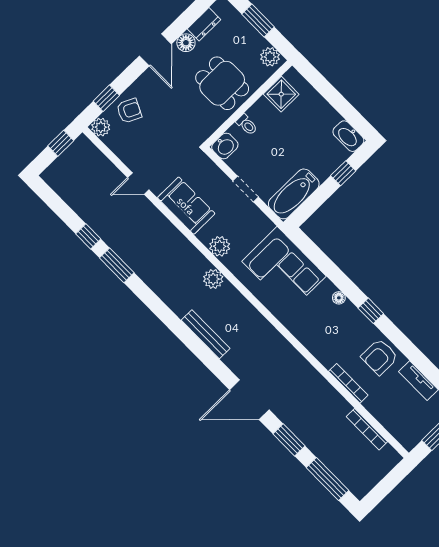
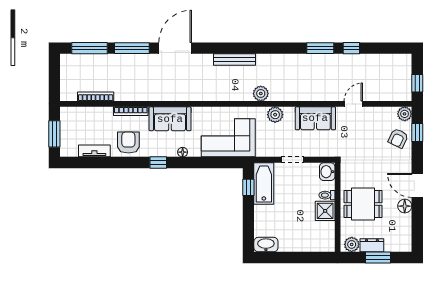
dresser: (204, 24) -> (372, 245), moved, turned 90
shower: (281, 94) -> (325, 211), moved
window: (343, 173) -> (248, 187), moved
sofa: (320, 340) -> (170, 119), added
window: (289, 440) -> (132, 48), width x1.44

